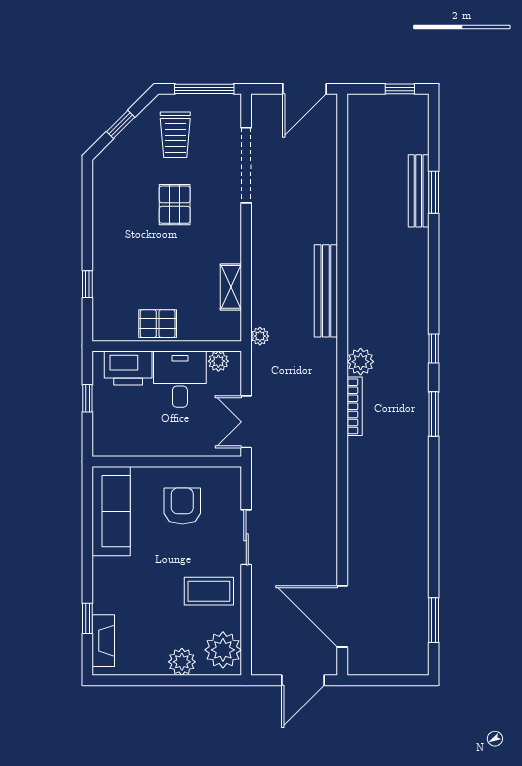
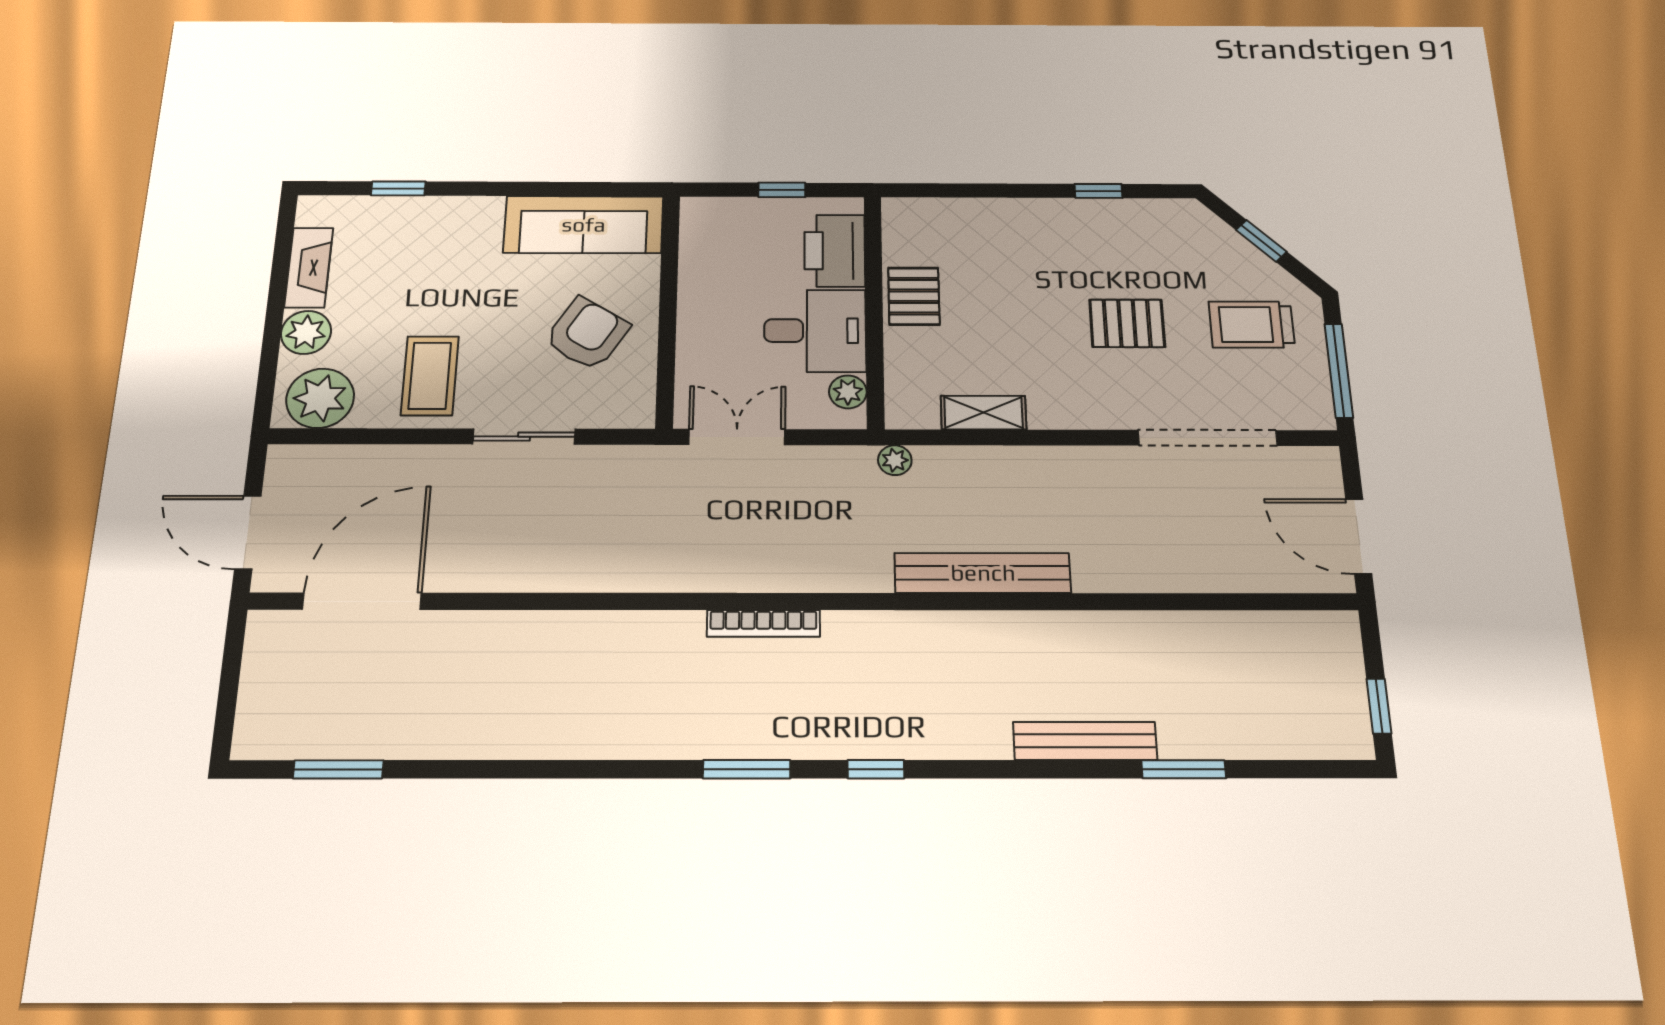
bench: (419, 191) -> (1085, 741), moved
window: (87, 284) -> (1098, 191), moved
plant: (361, 362) -> (849, 634), removed
armchair: (182, 506) -> (587, 334), turned -58
fireplace: (103, 641) -> (309, 267), moved, turned -90

